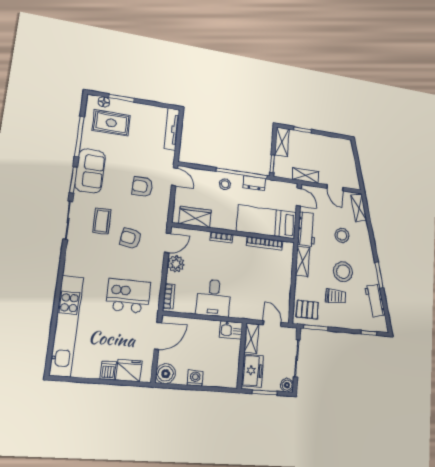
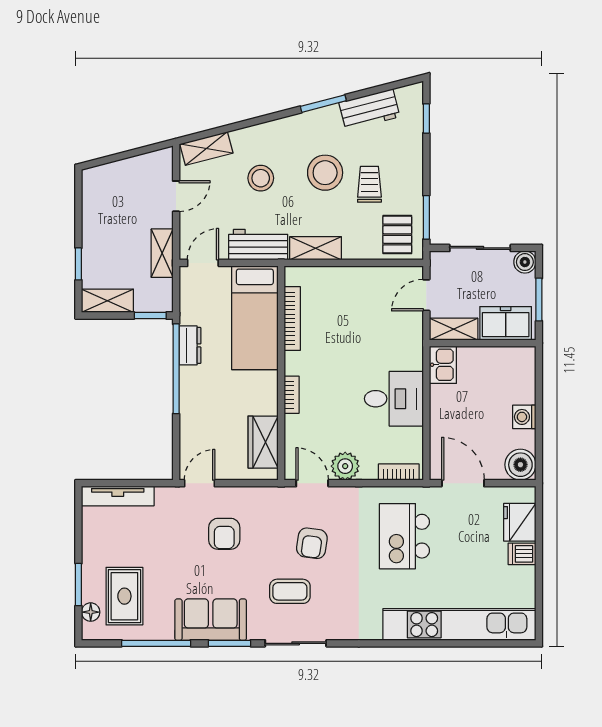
stool: (225, 184) -> (200, 396), removed

